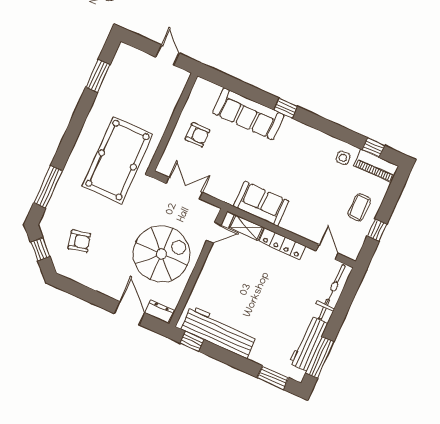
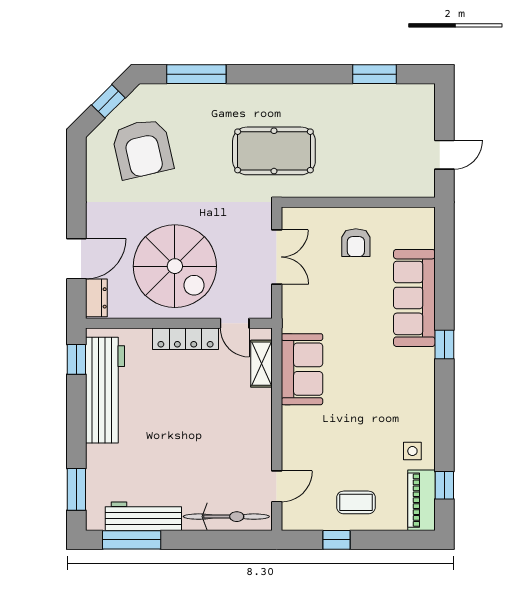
pool table: (118, 160) -> (274, 151), width x0.73, depth x0.76
armchair: (79, 241) -> (142, 149), width x1.88, depth x1.88
locker: (282, 244) -> (186, 339), moved, turned -90

